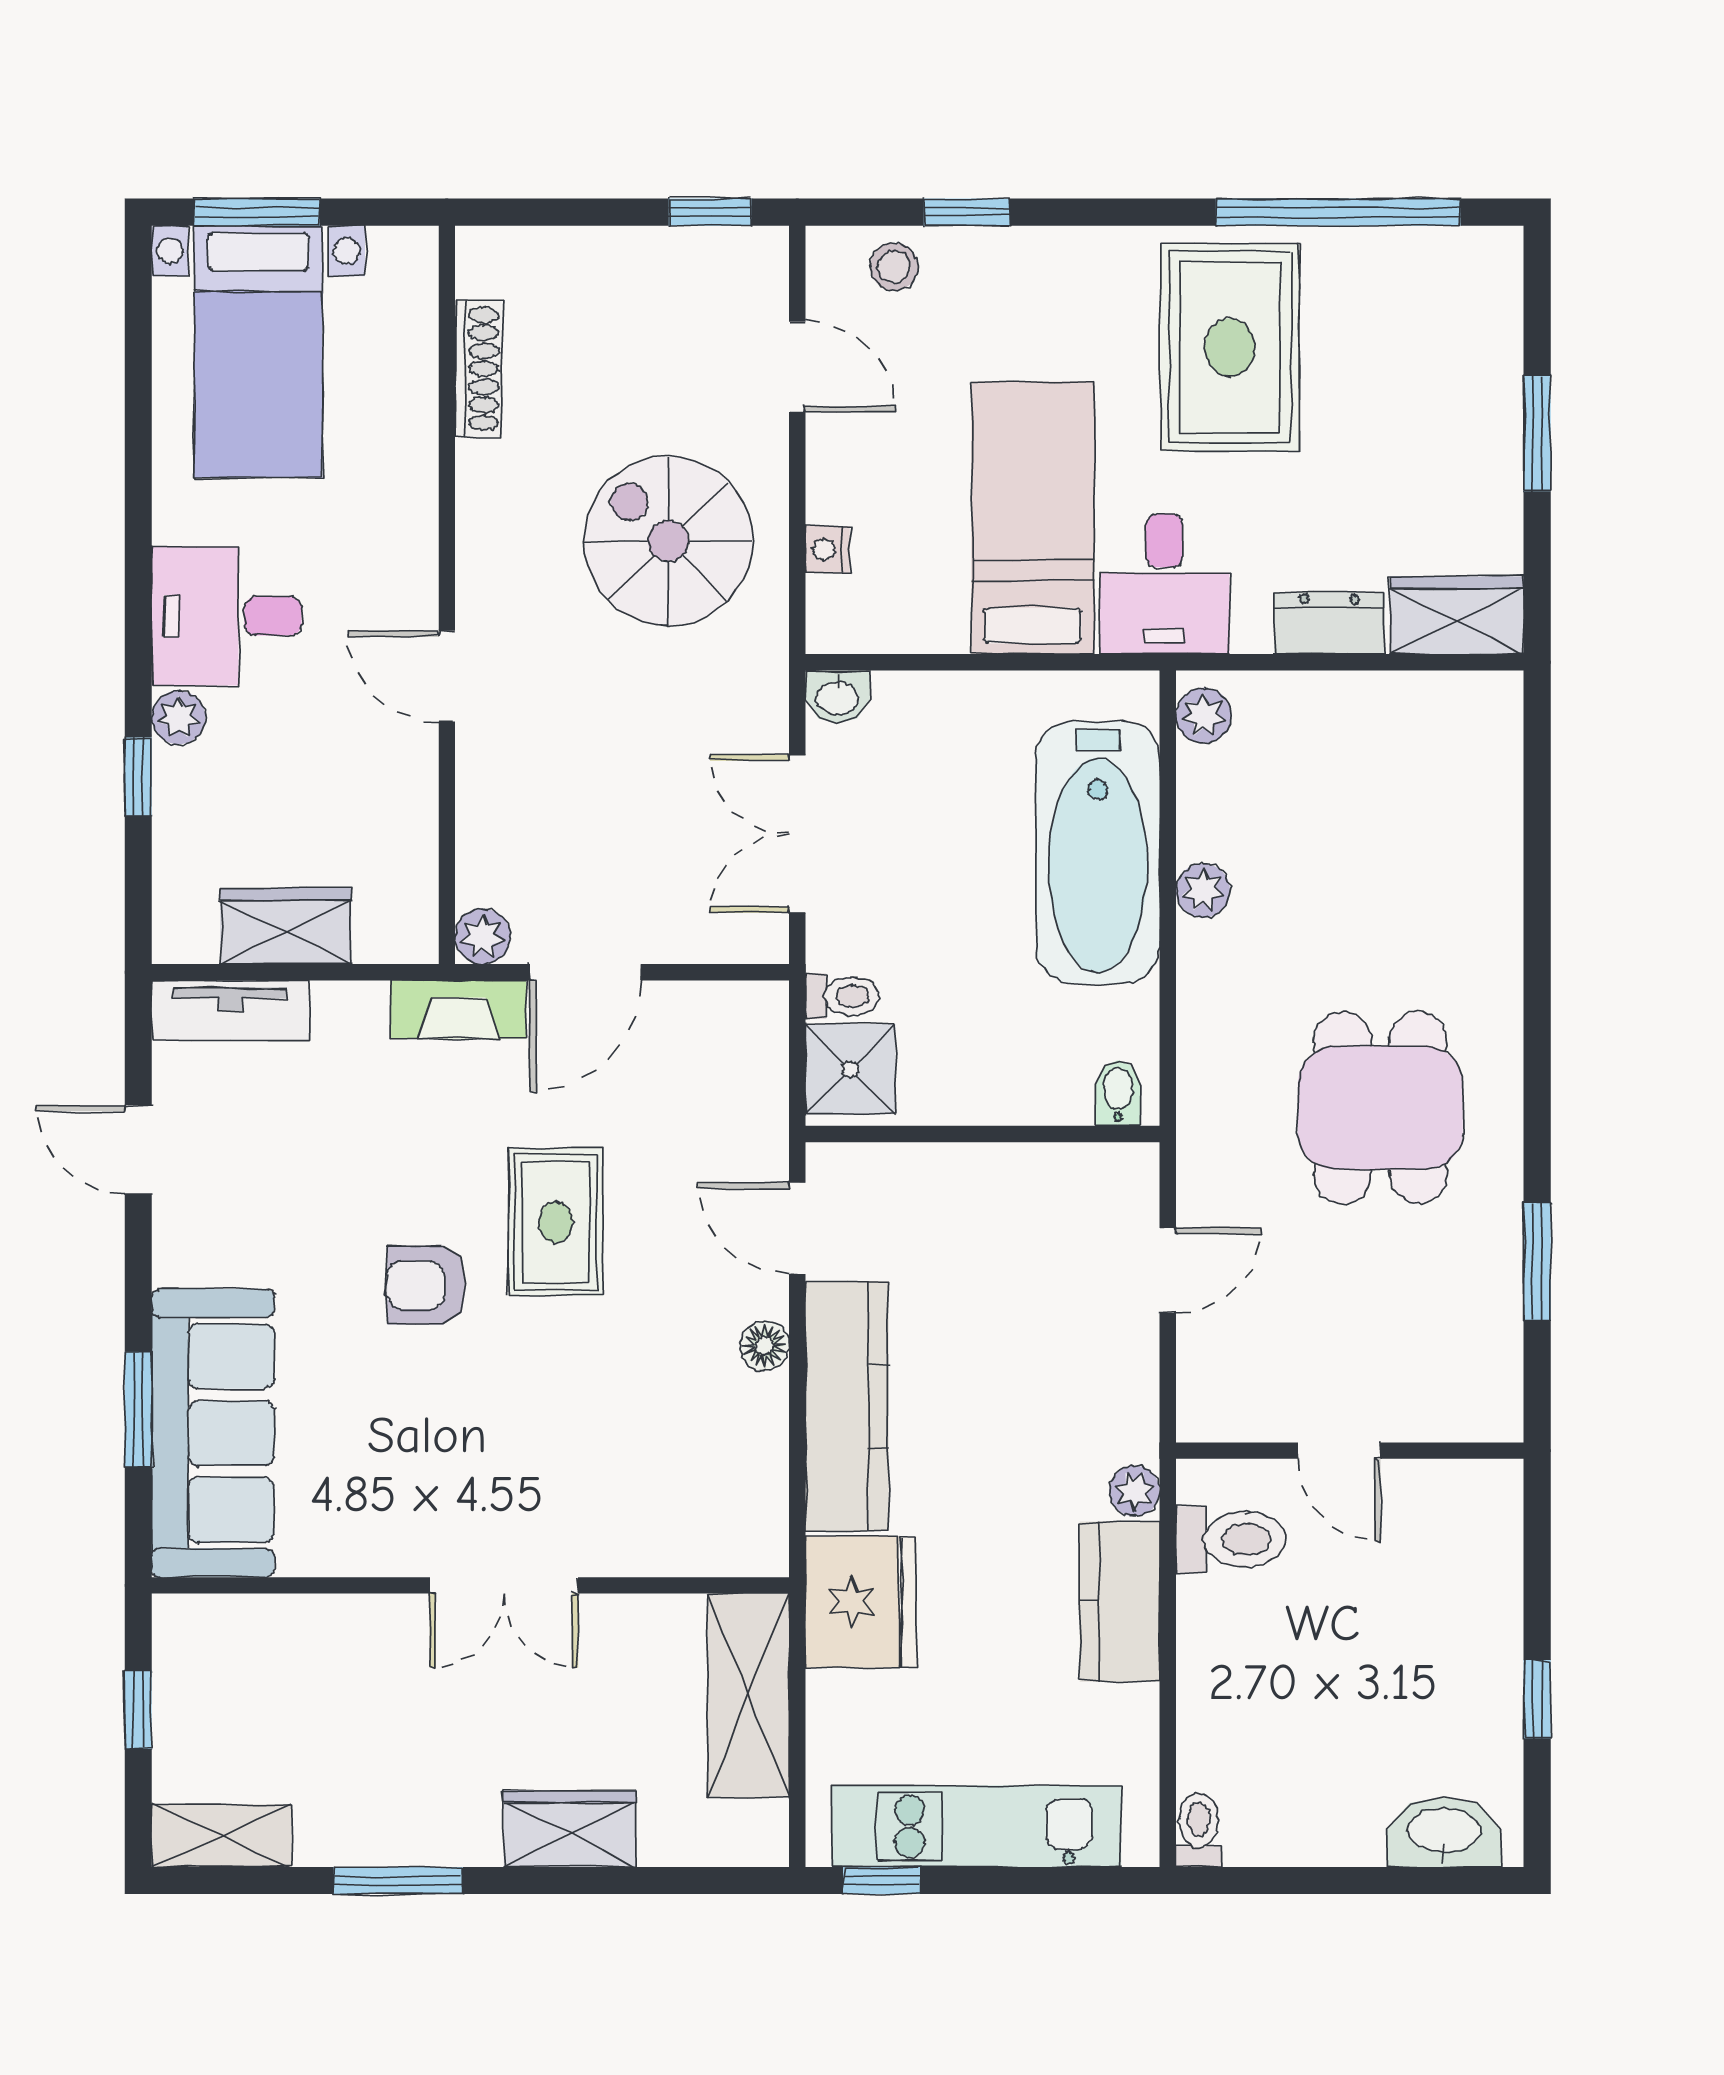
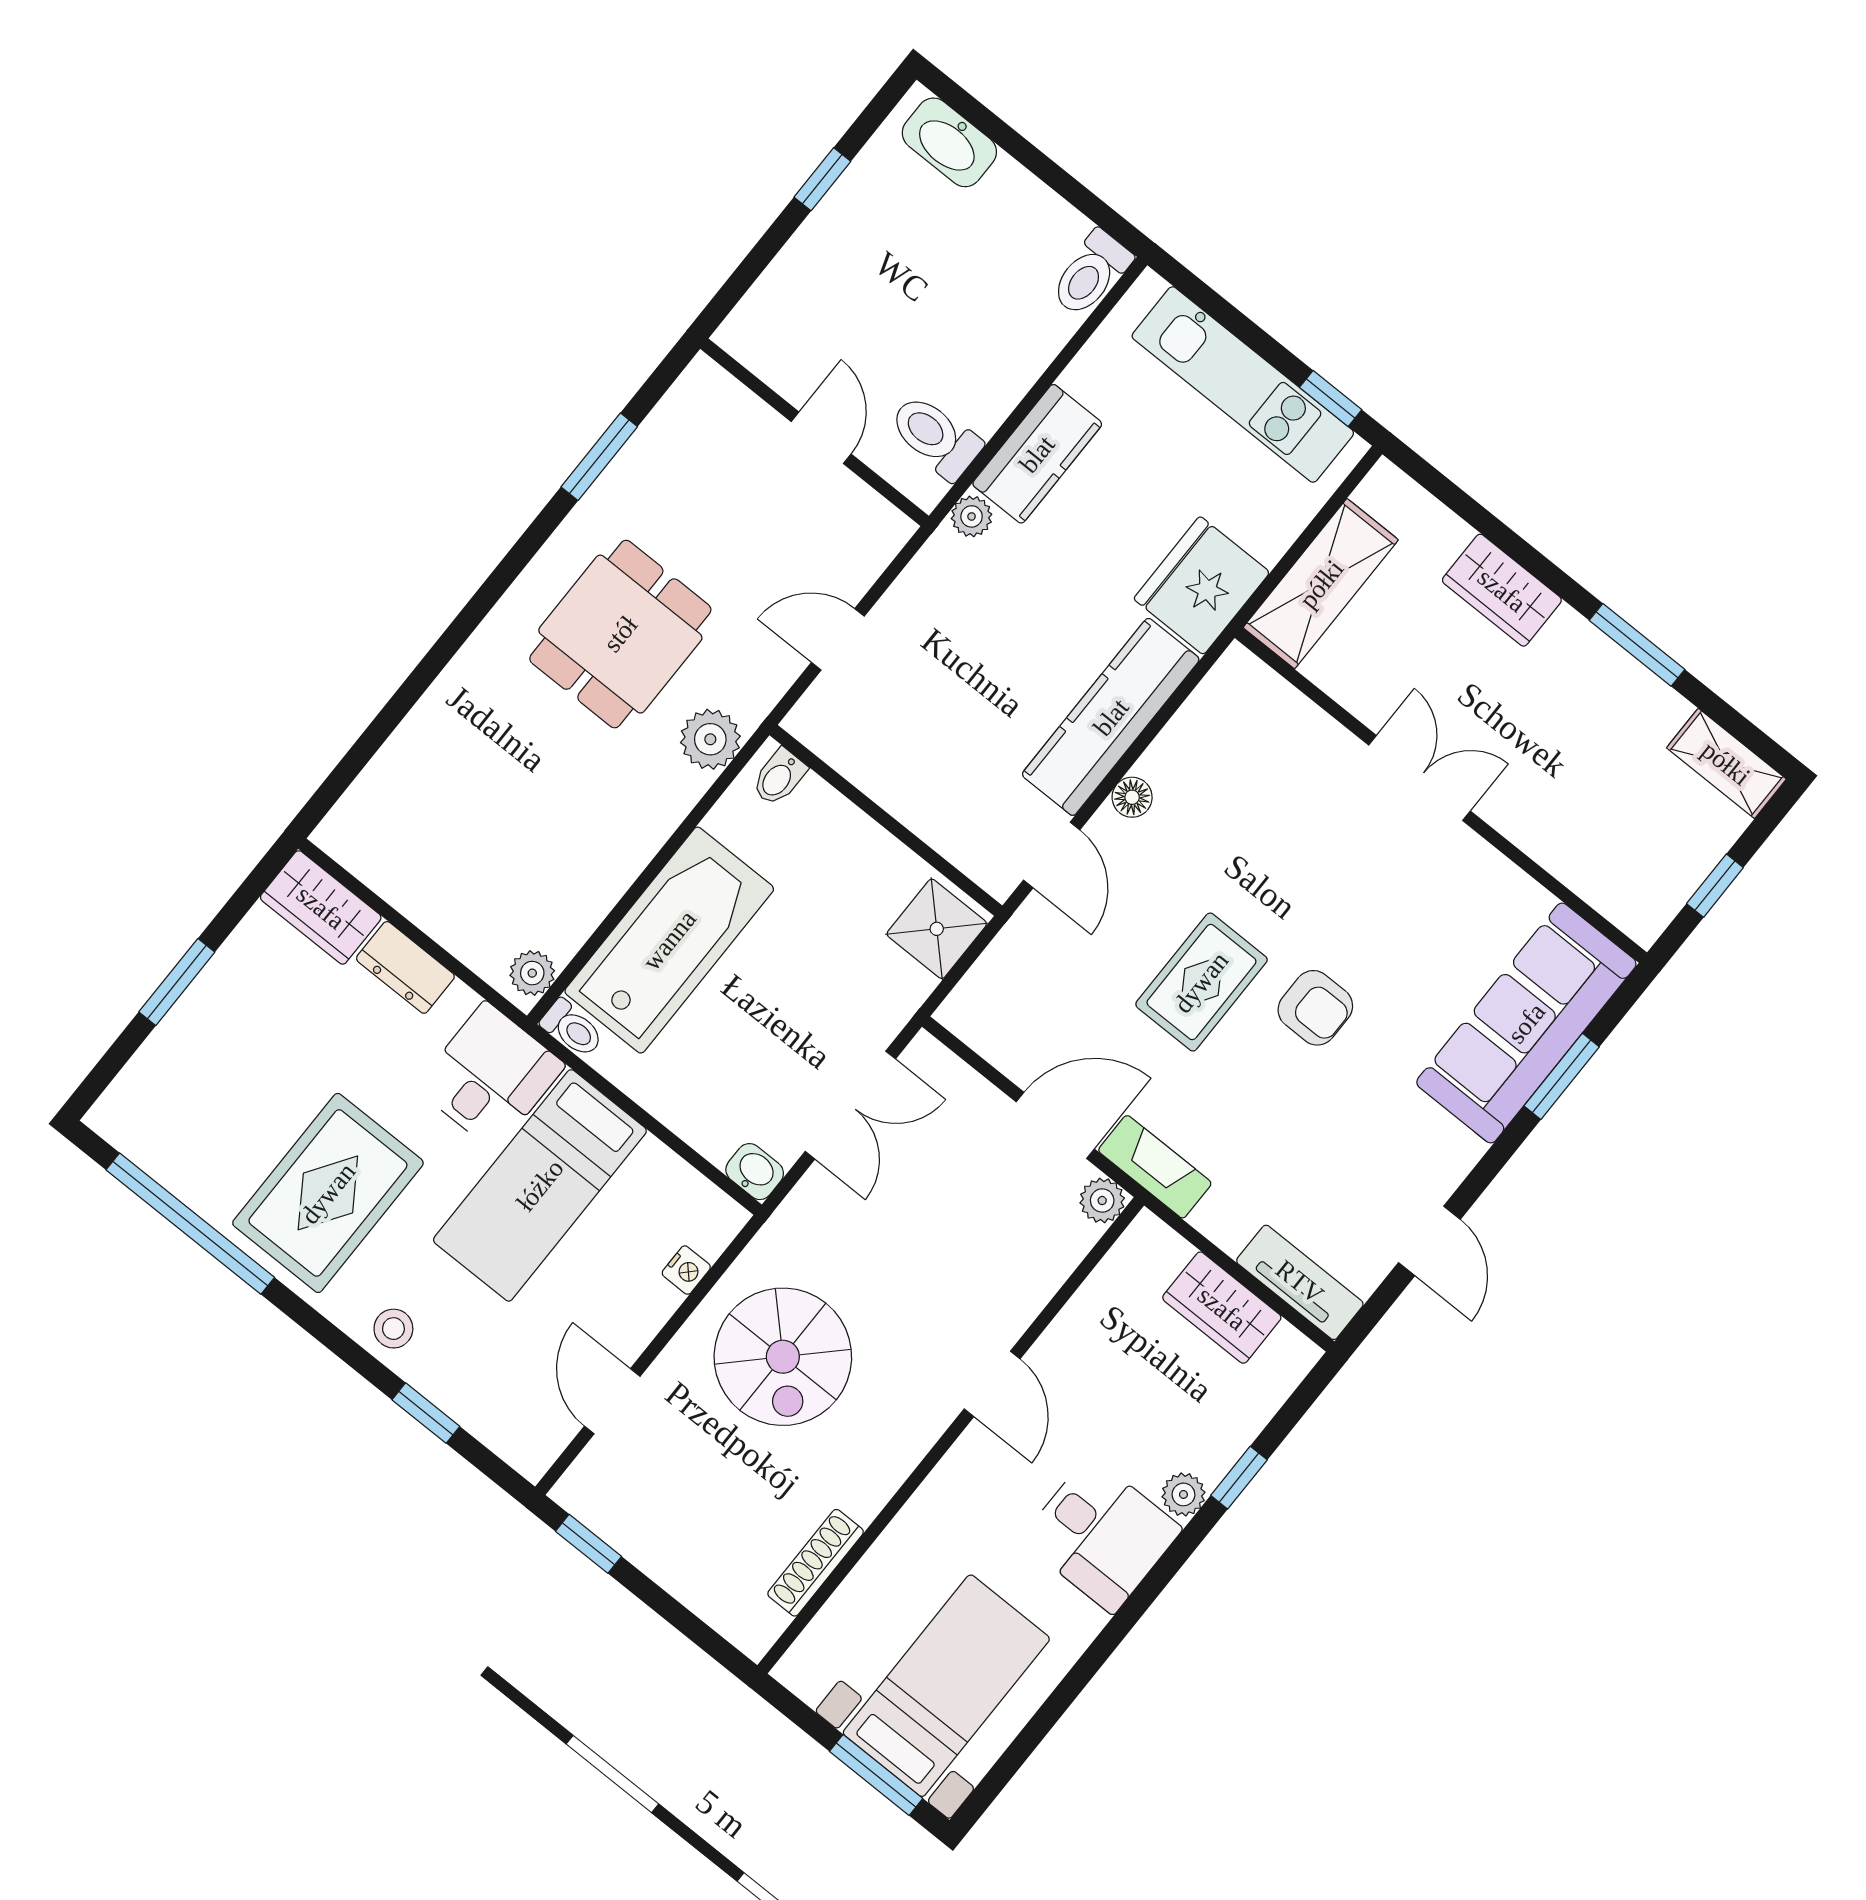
stool: (894, 267) -> (393, 1329), moved
plant: (1203, 891) -> (710, 739), moved, width x1.38, depth x1.38
toilet: (842, 996) -> (572, 1028), moved, turned 180
toilet: (1199, 1830) -> (1091, 274), width x1.37, depth x1.39

